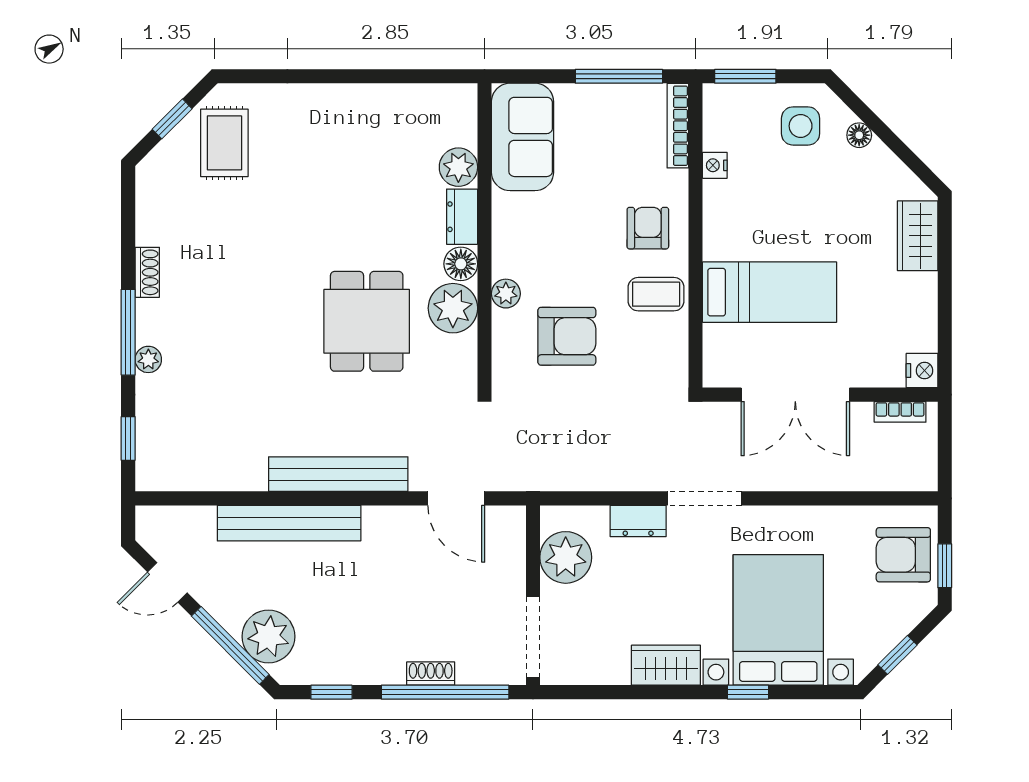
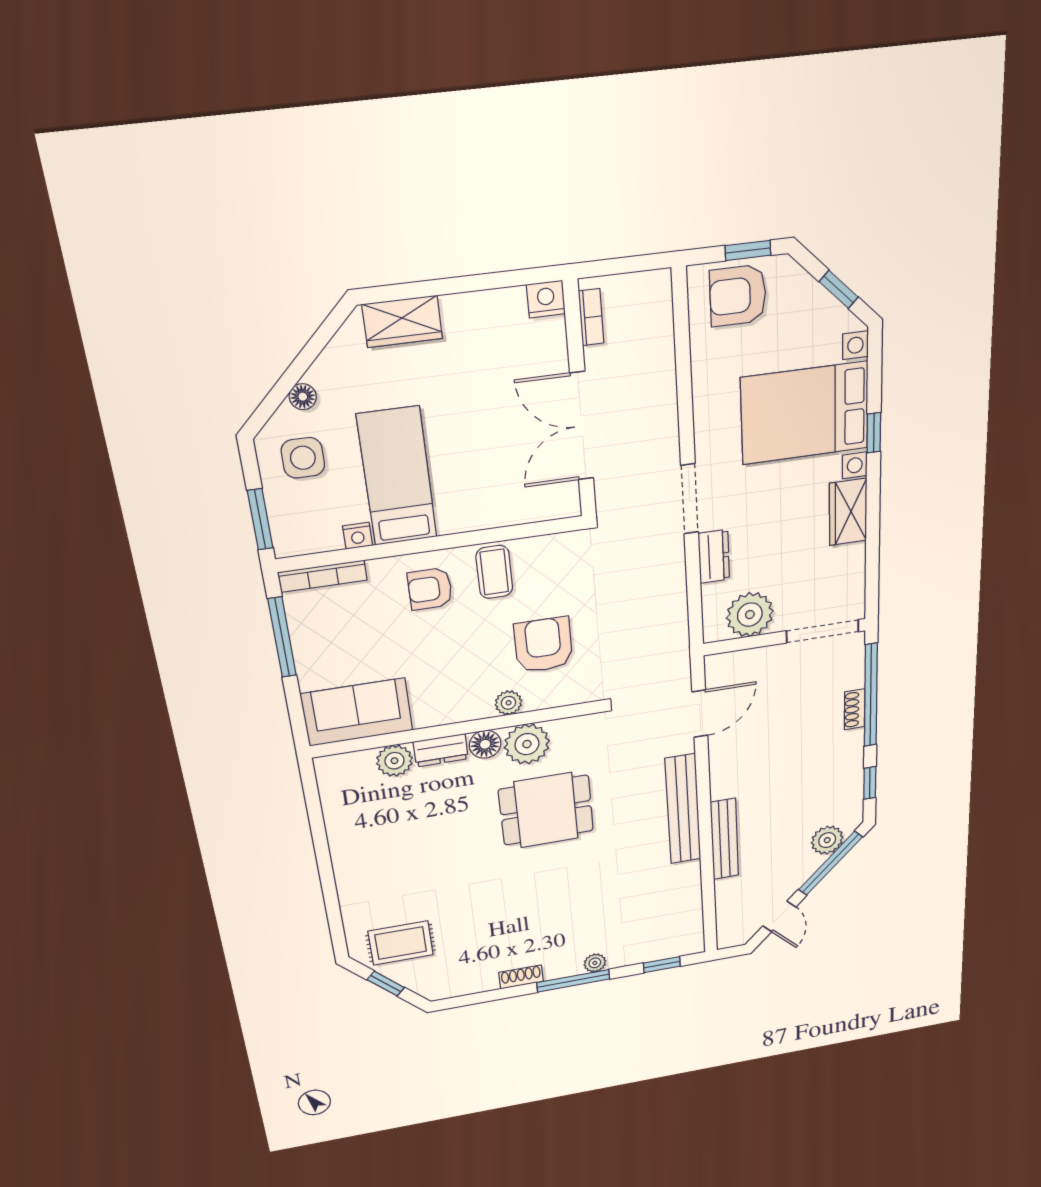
bed: (770, 292) -> (397, 477), moved
double door: (795, 395) -> (582, 426), swing flipped
bench: (289, 523) -> (724, 839), width x0.73, depth x0.82
armchair: (903, 555) -> (738, 296), turned 90
plant: (268, 636) -> (827, 840), width x0.73, depth x0.73

